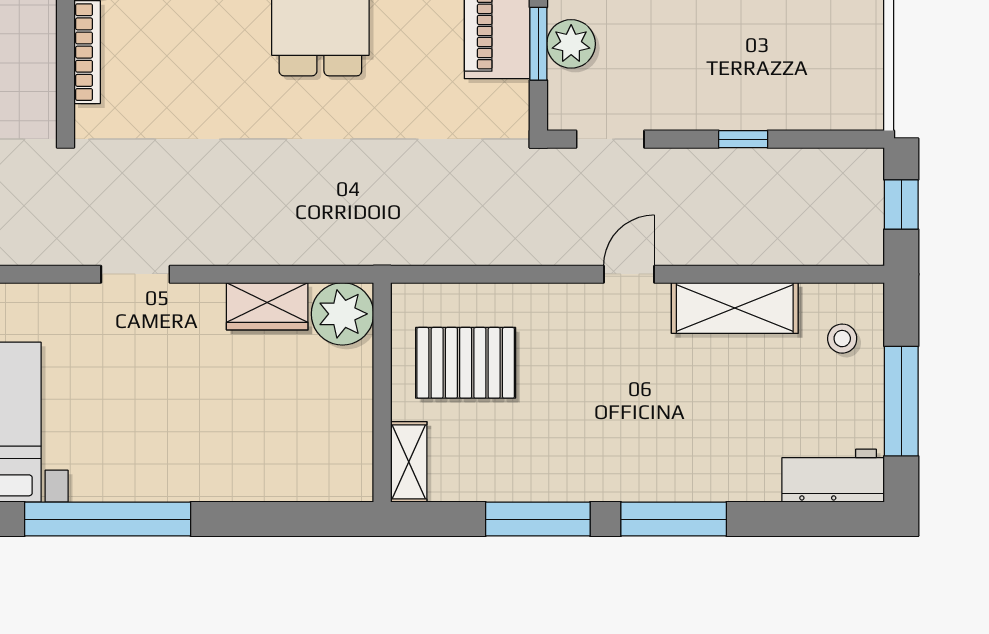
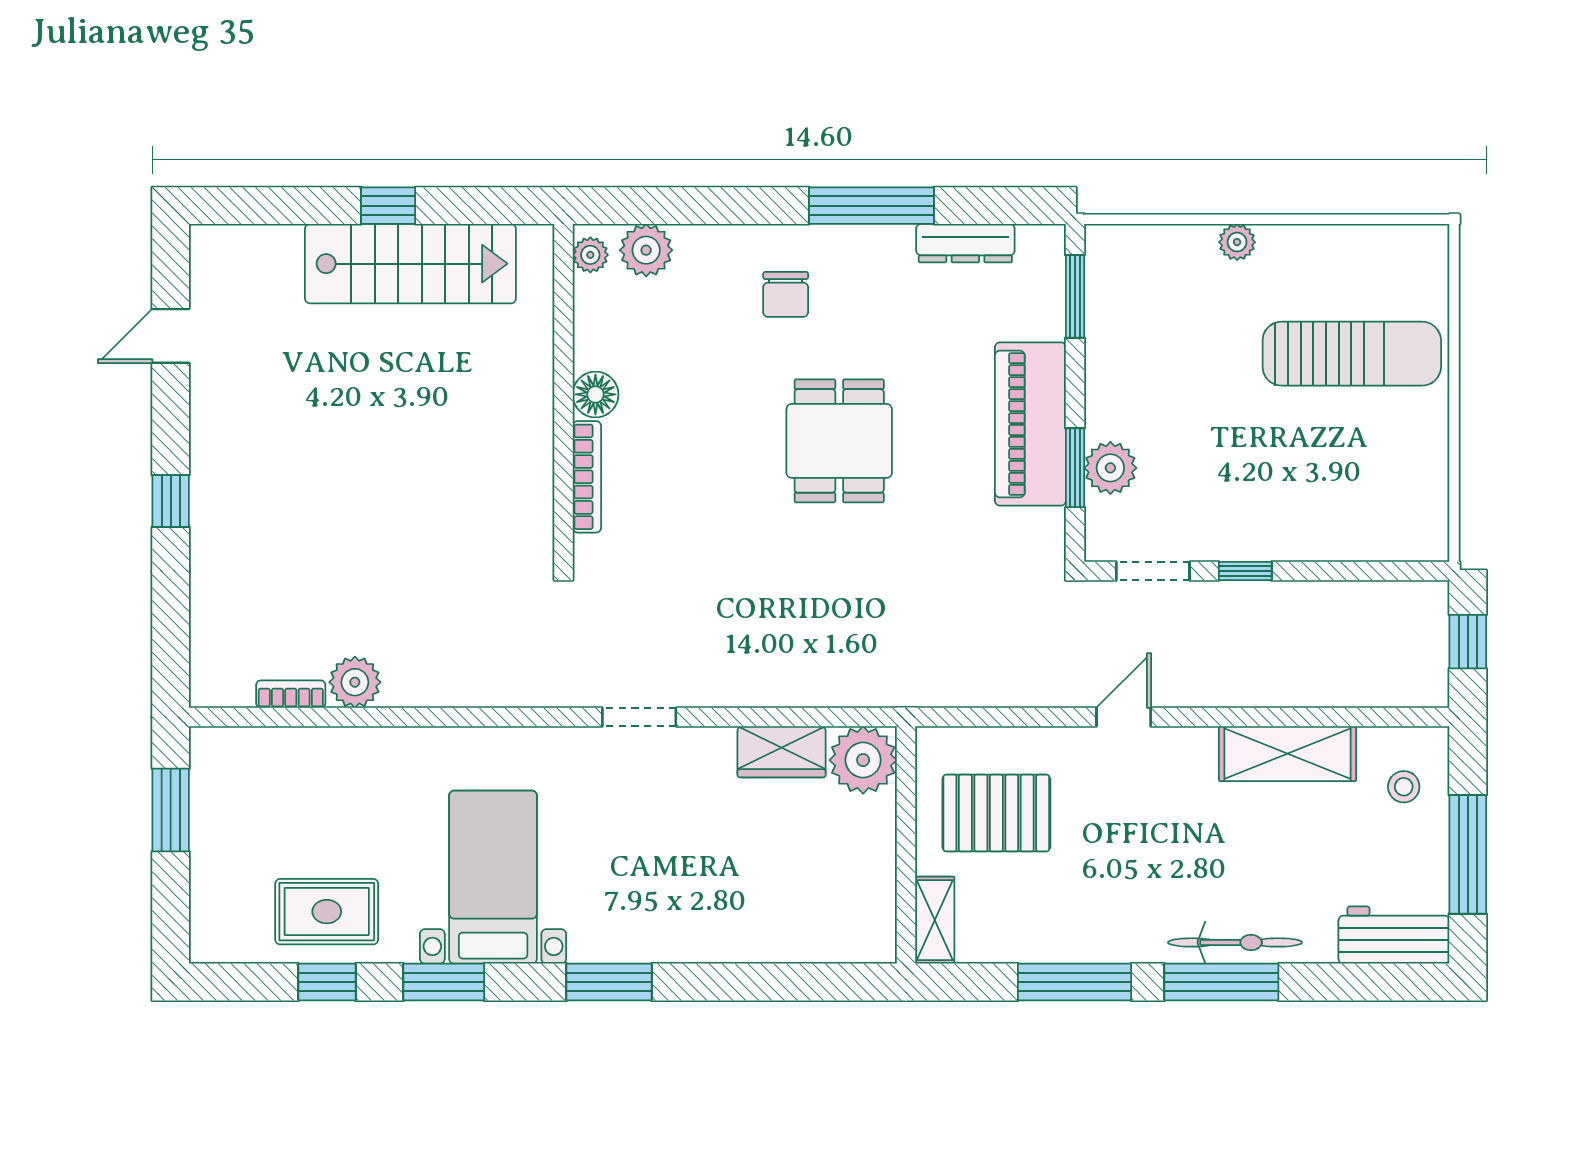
window: (743, 139) -> (1245, 571), moved
door: (629, 274) -> (1124, 717), moved
bicycle: (686, 483) -> (1235, 942), added
window: (108, 519) -> (609, 982), width x0.47

